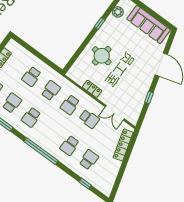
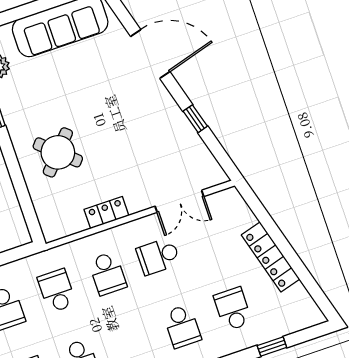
round table: (102, 56) -> (58, 152), turned 34
school desk: (89, 119) -> (158, 256), turned 180
locker: (123, 145) -> (271, 257), moved

